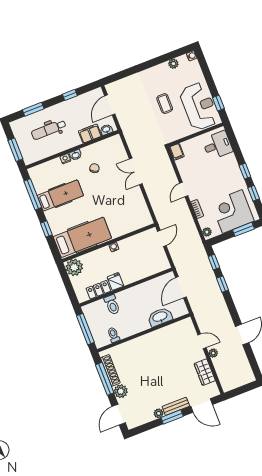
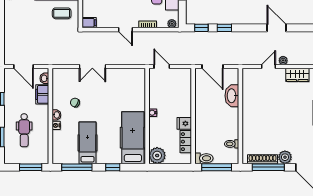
coffee table: (165, 104) -> (62, 13), moved
toilet: (112, 305) -> (204, 158), moved

